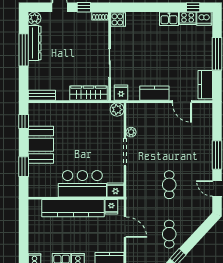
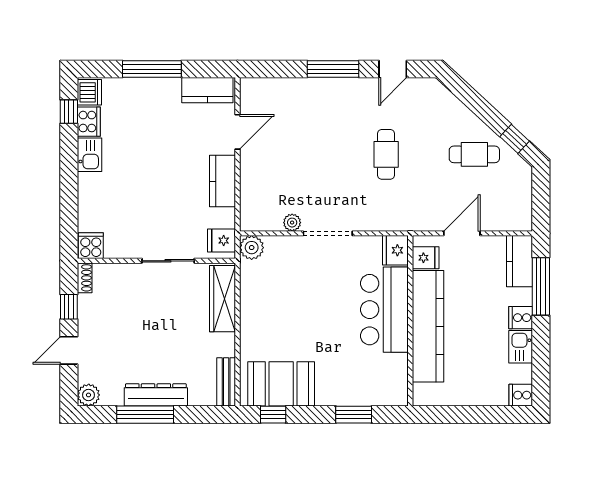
dresser: (35, 43) -> (156, 395), moved
booth: (41, 145) -> (281, 384), moved
cafe table: (169, 185) -> (386, 154), turned 90

